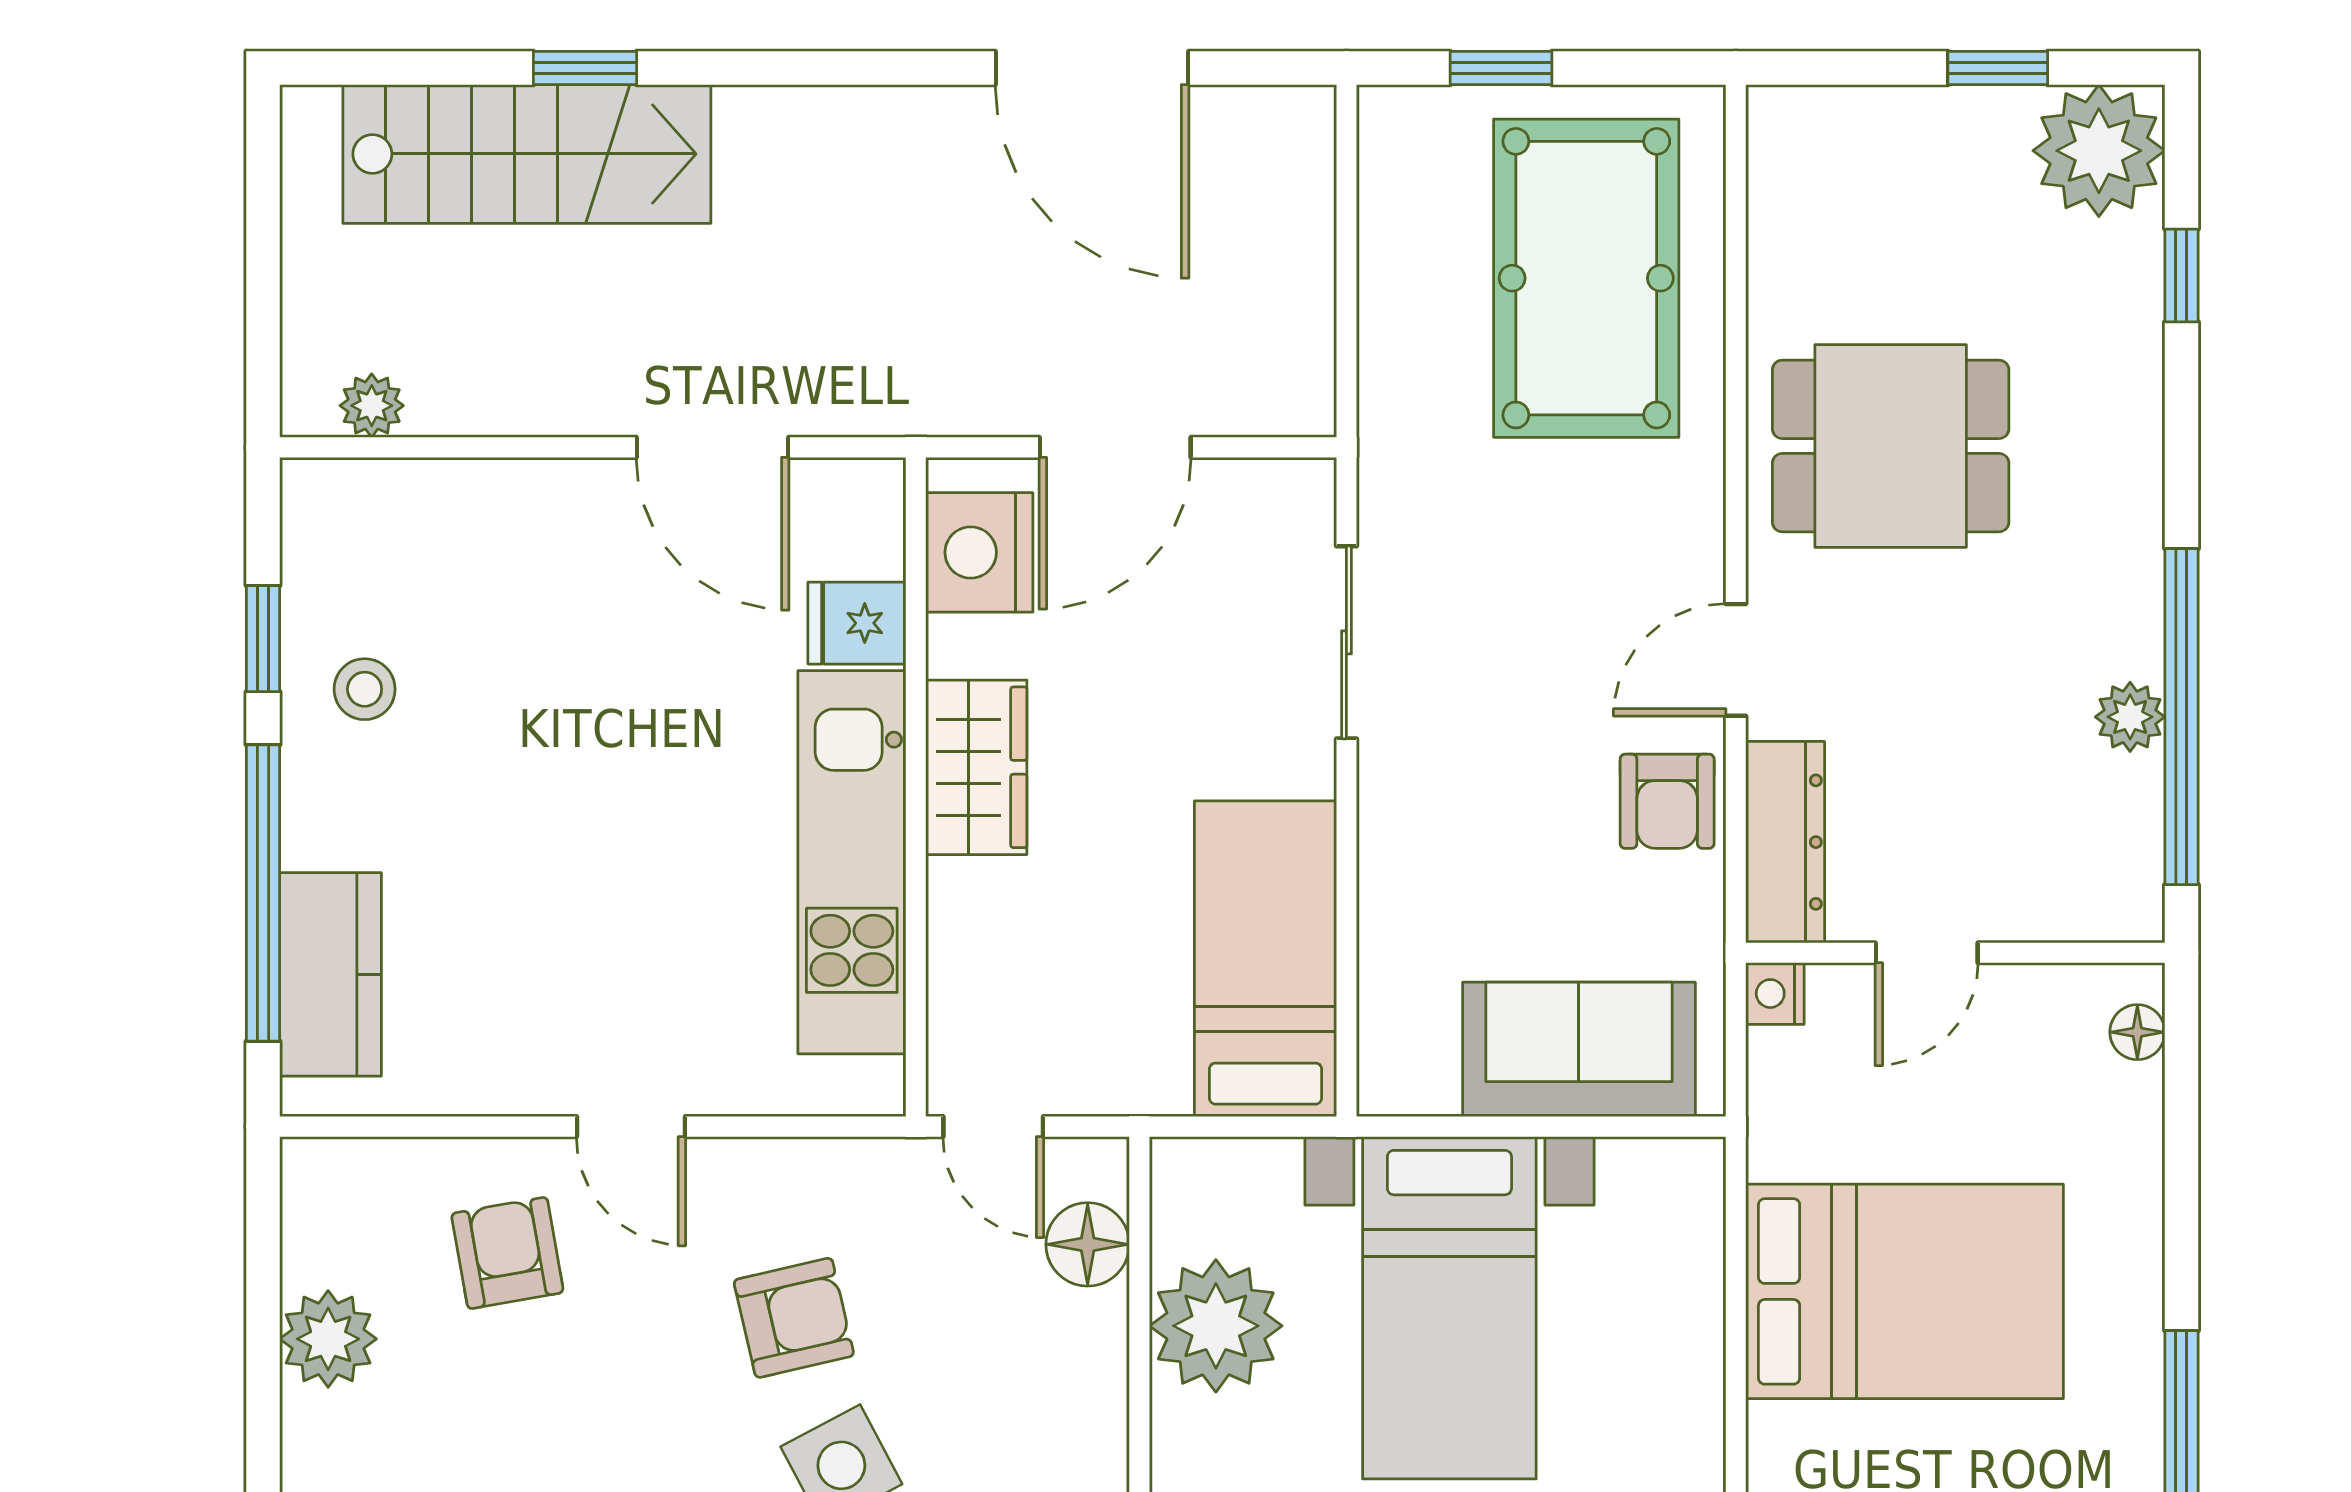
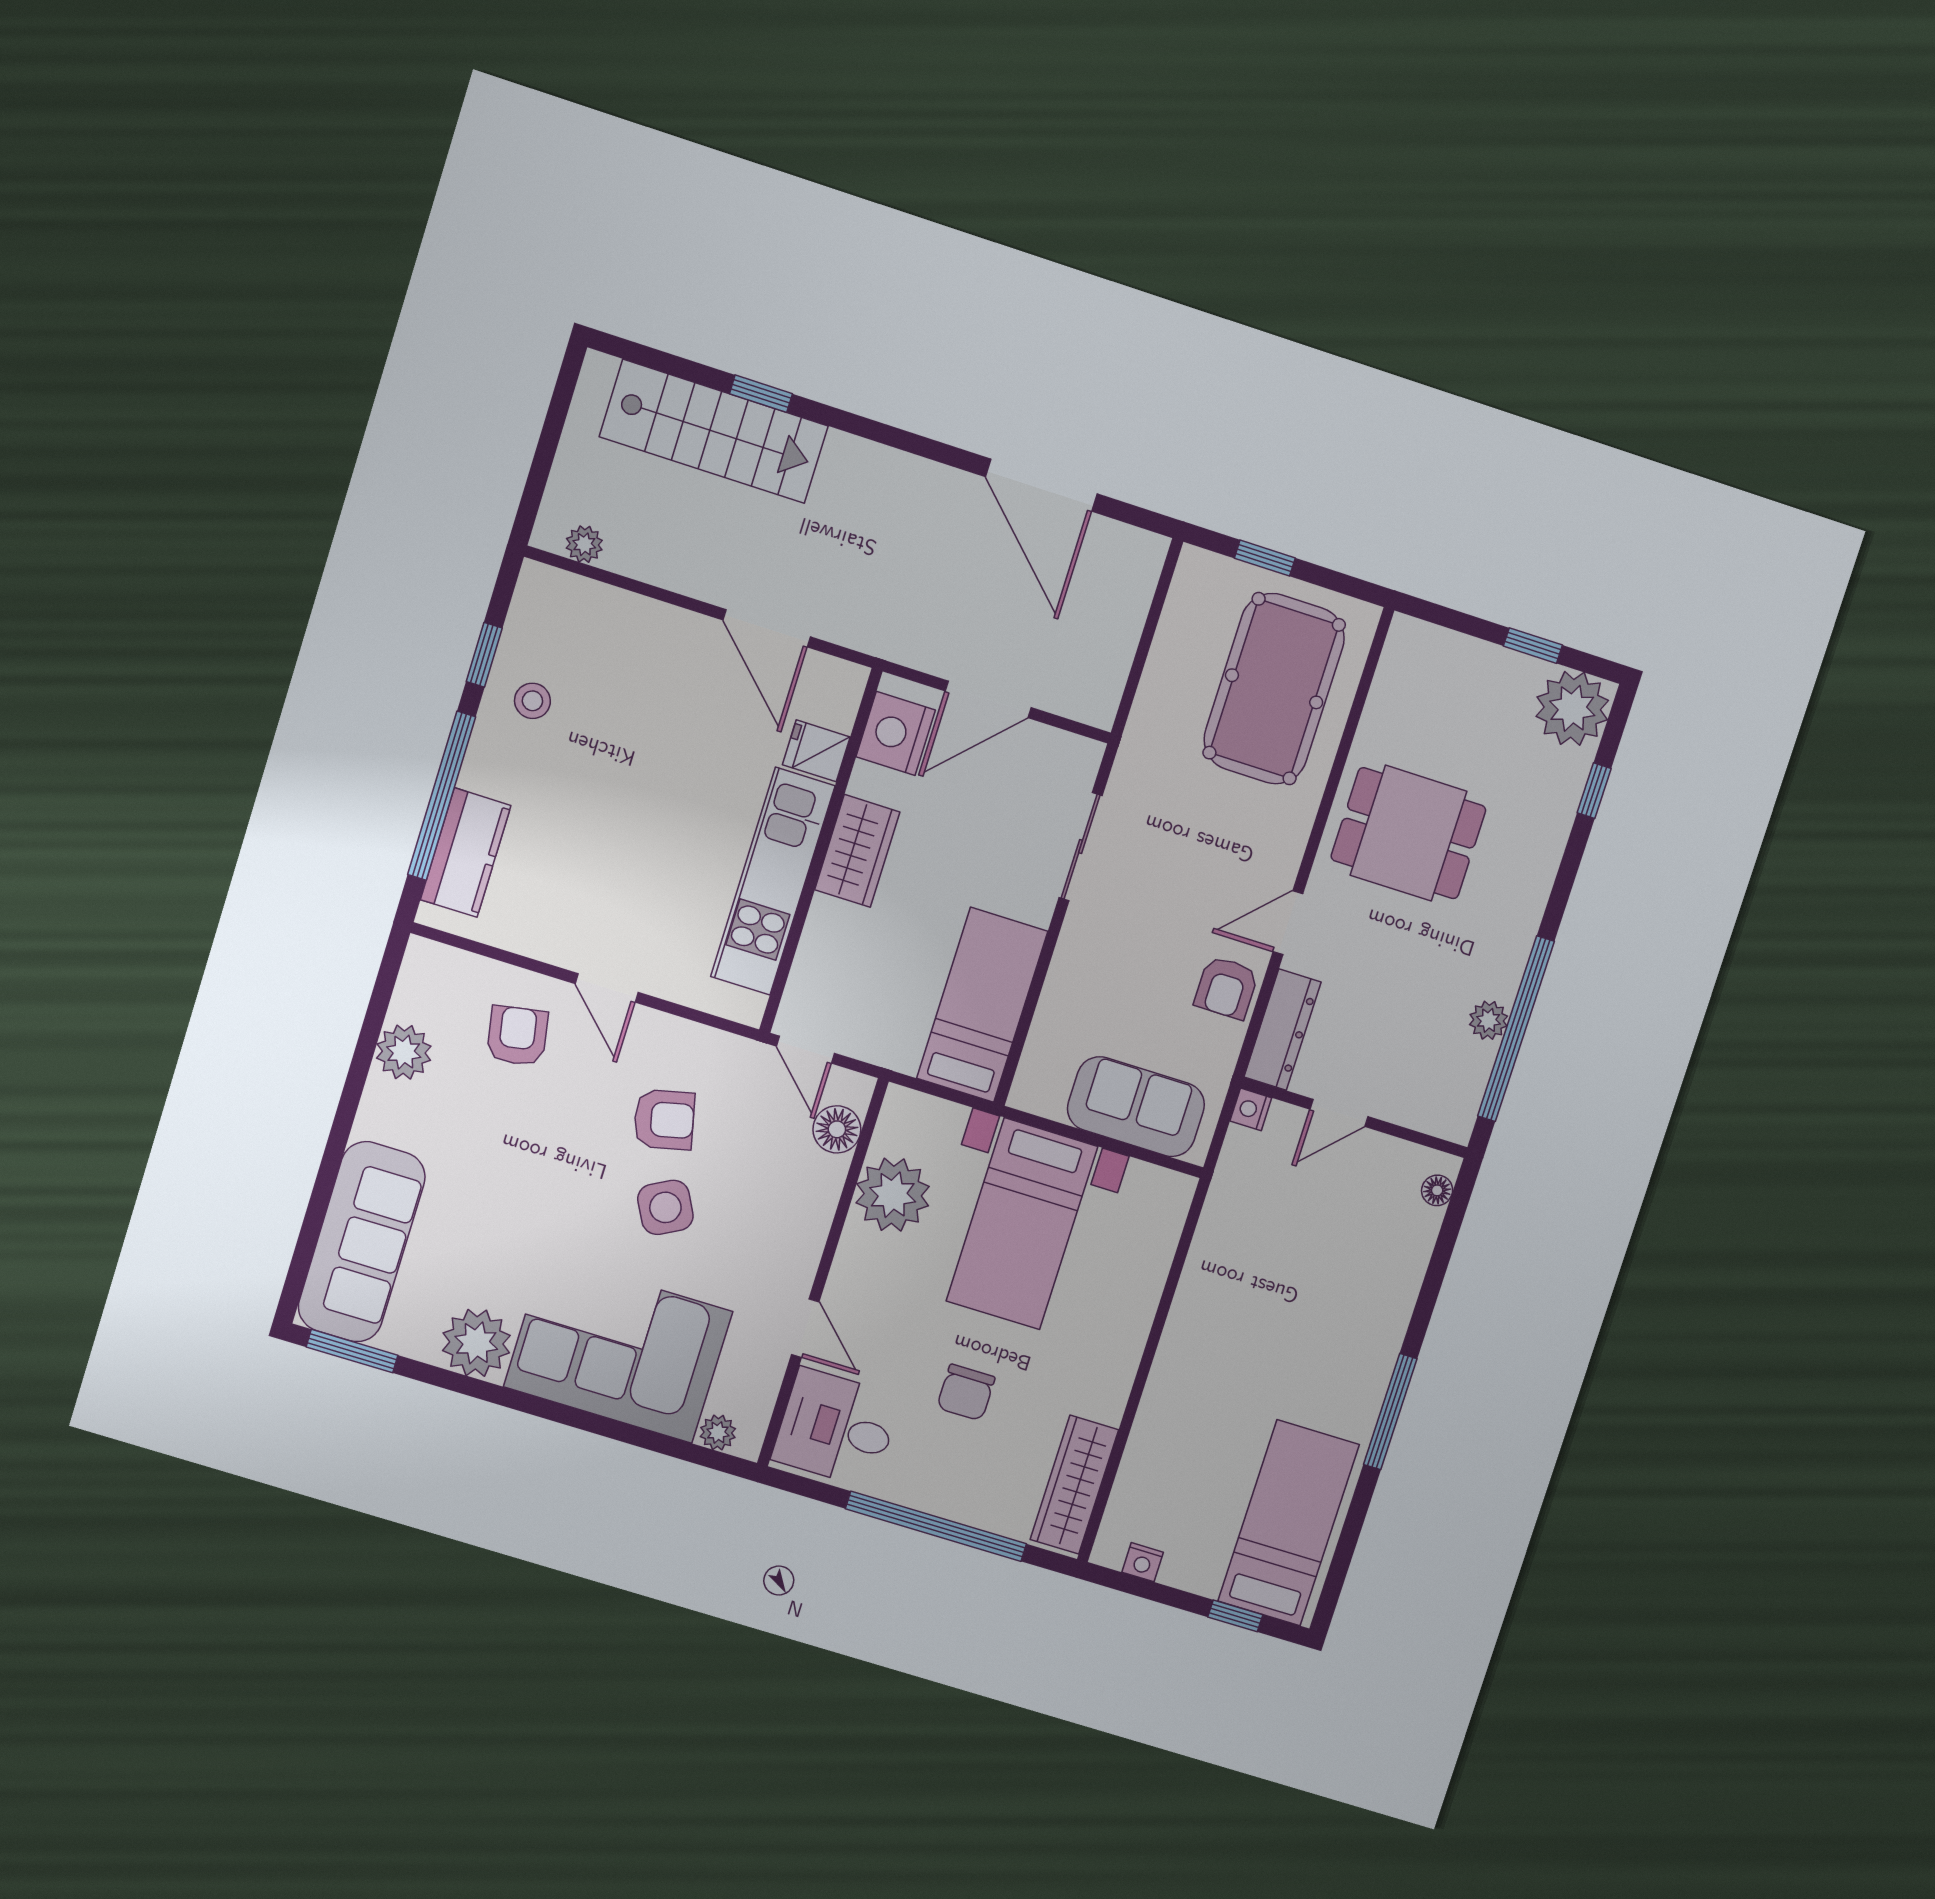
bed: (1905, 1291) -> (1268, 1290), removed

